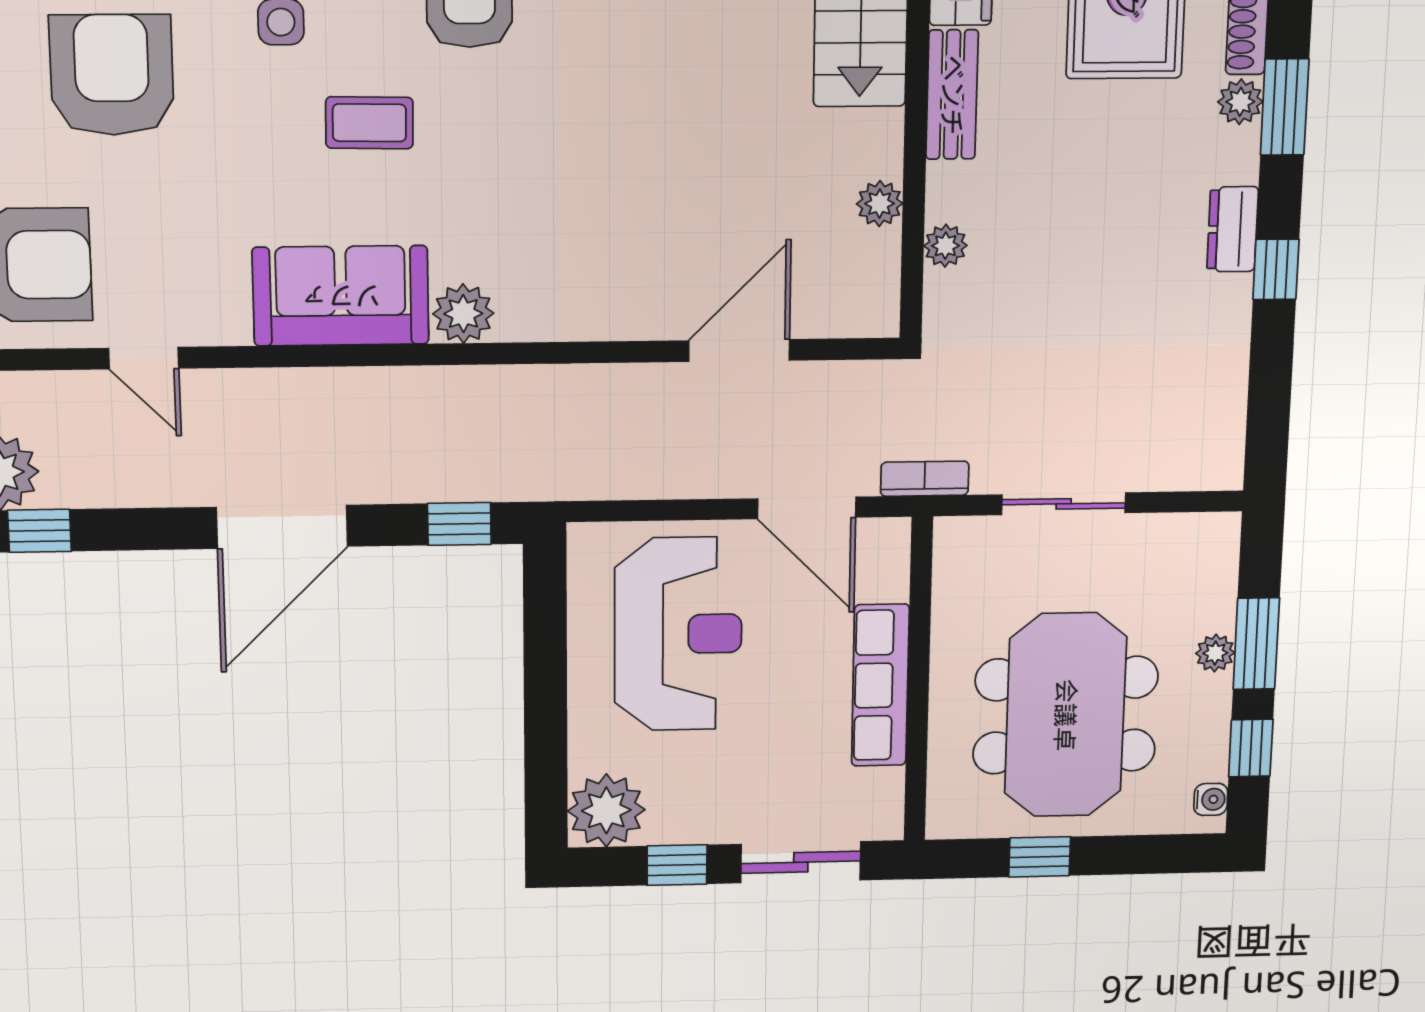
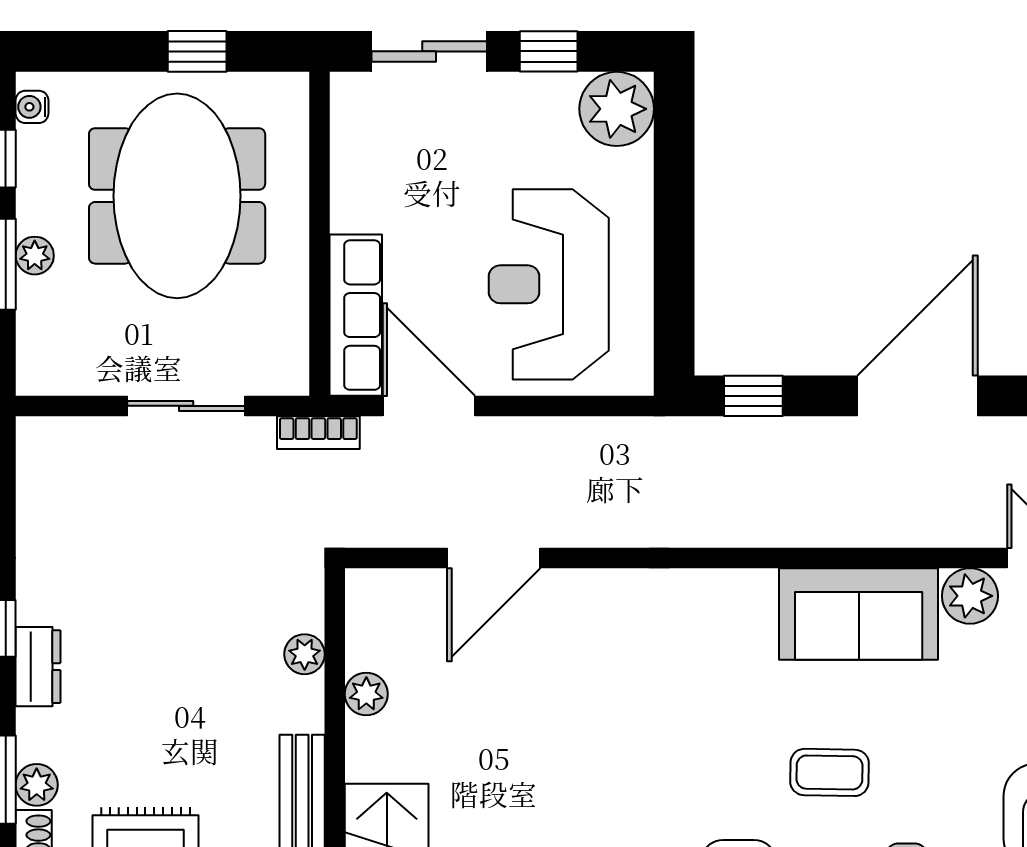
plant: (463, 314) -> (970, 596), moved
row of seats: (880, 685) -> (356, 315), moved

